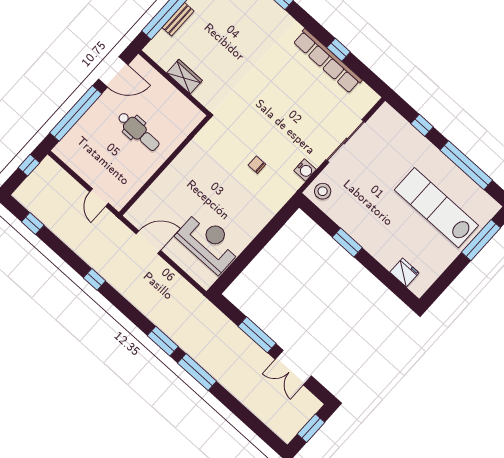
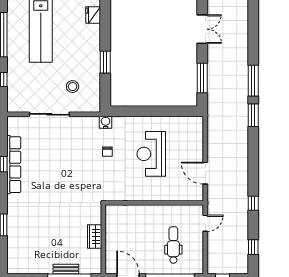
dental chair: (138, 131) -> (173, 245), moved
water cooler: (305, 170) -> (106, 122), moved
stool: (323, 191) -> (73, 87), moved
reception desk: (209, 242) -> (151, 154), moved
window: (94, 279) -> (253, 203), moved
window: (257, 335) -> (202, 78), moved

